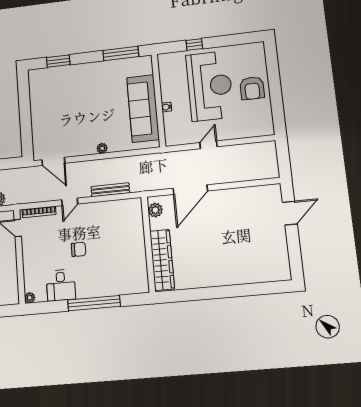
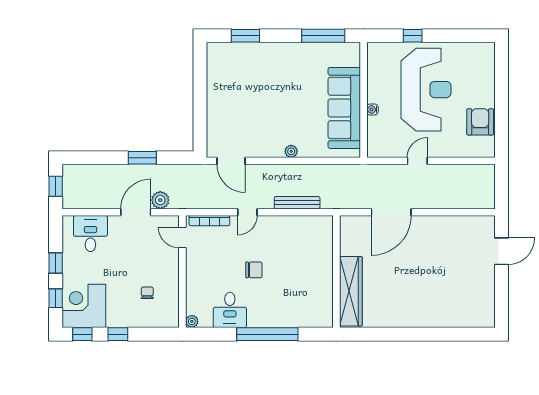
armchair: (252, 88) -> (480, 122), moved, turned 180
plant: (155, 210) -> (348, 232), removed

